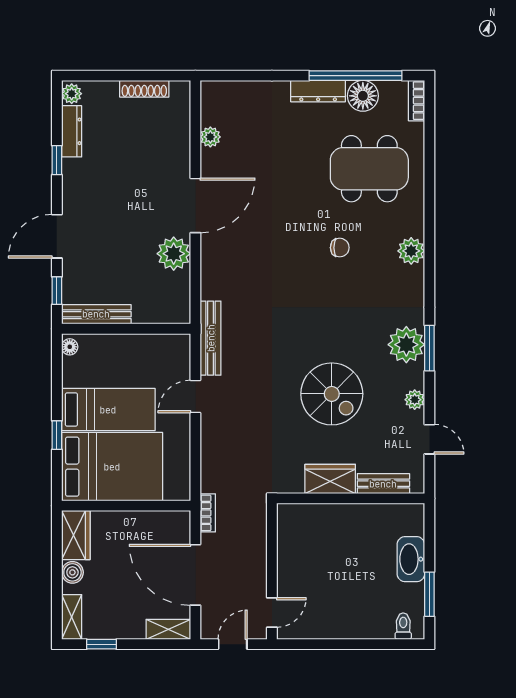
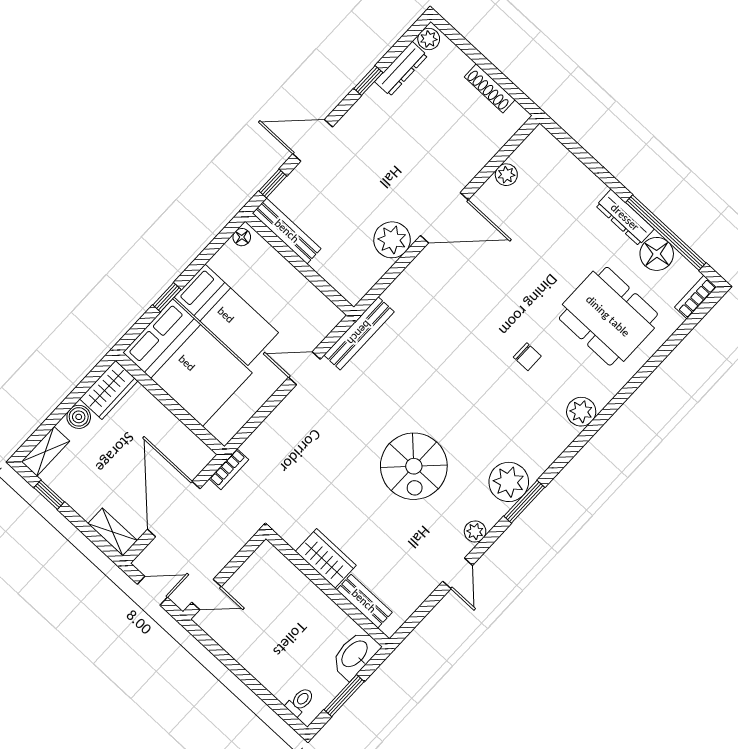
wardrobe: (330, 479) -> (326, 558), moved
bench: (383, 484) -> (364, 601), moved
wall: (351, 498) -> (328, 589), moved

